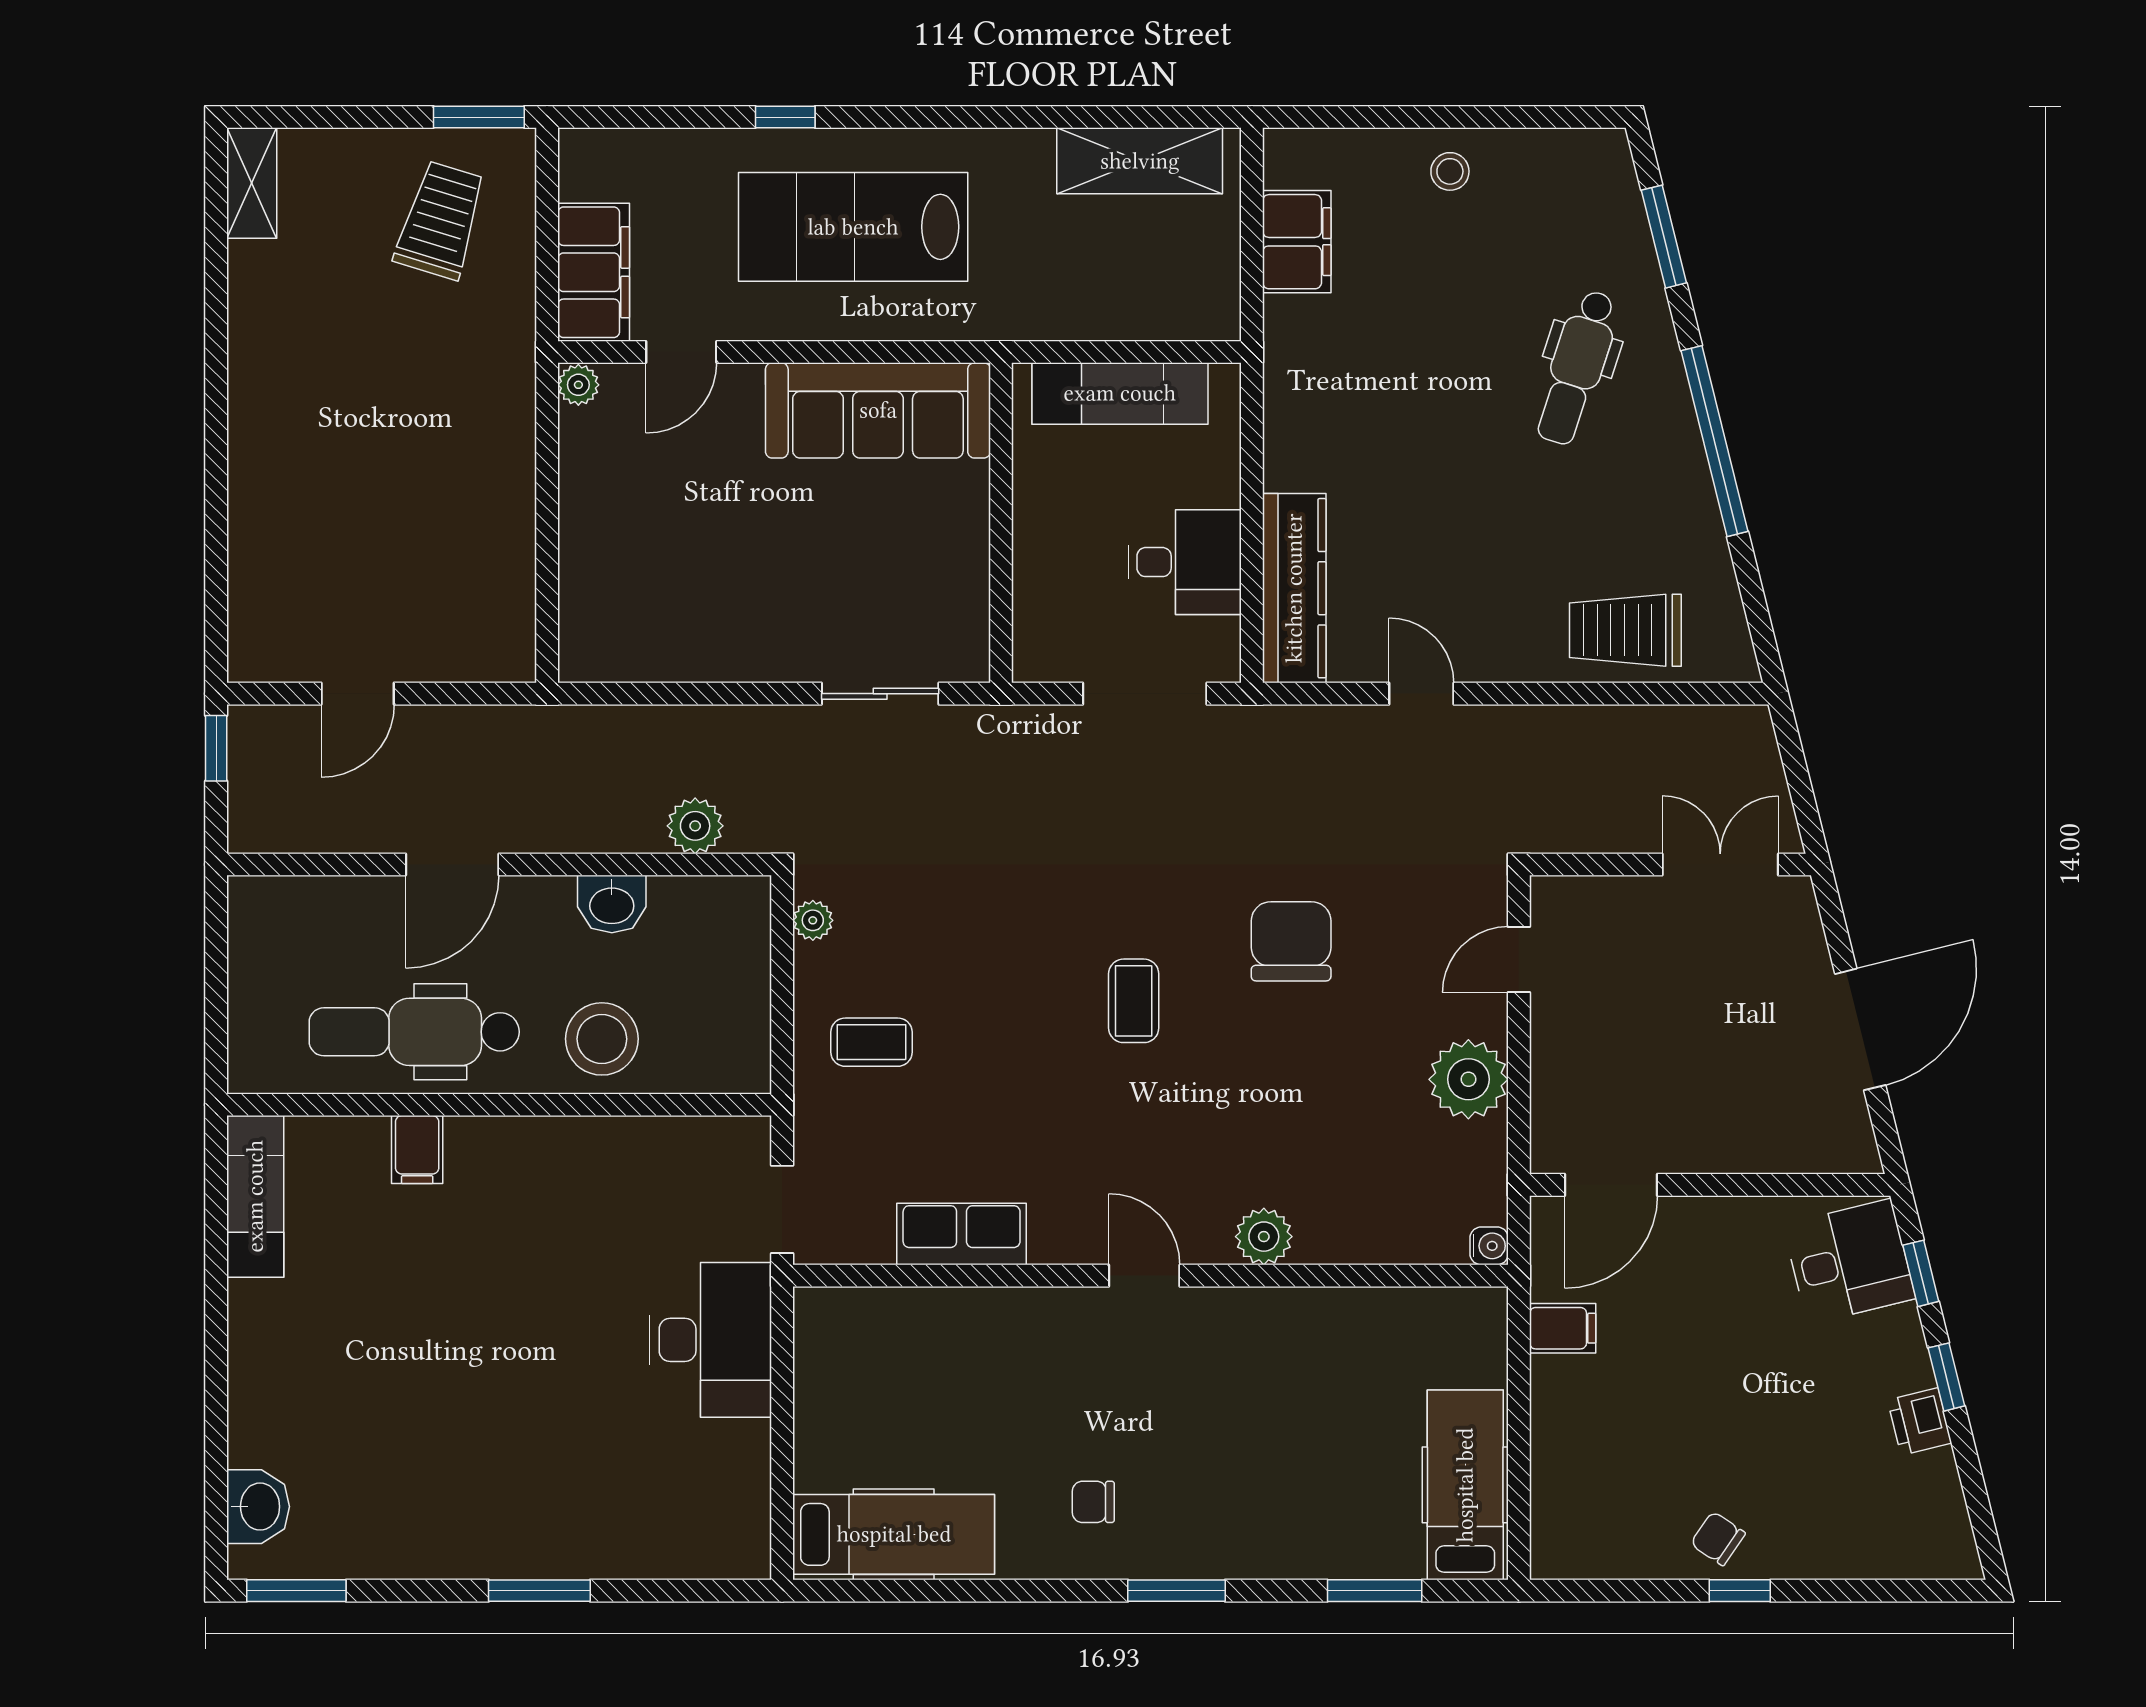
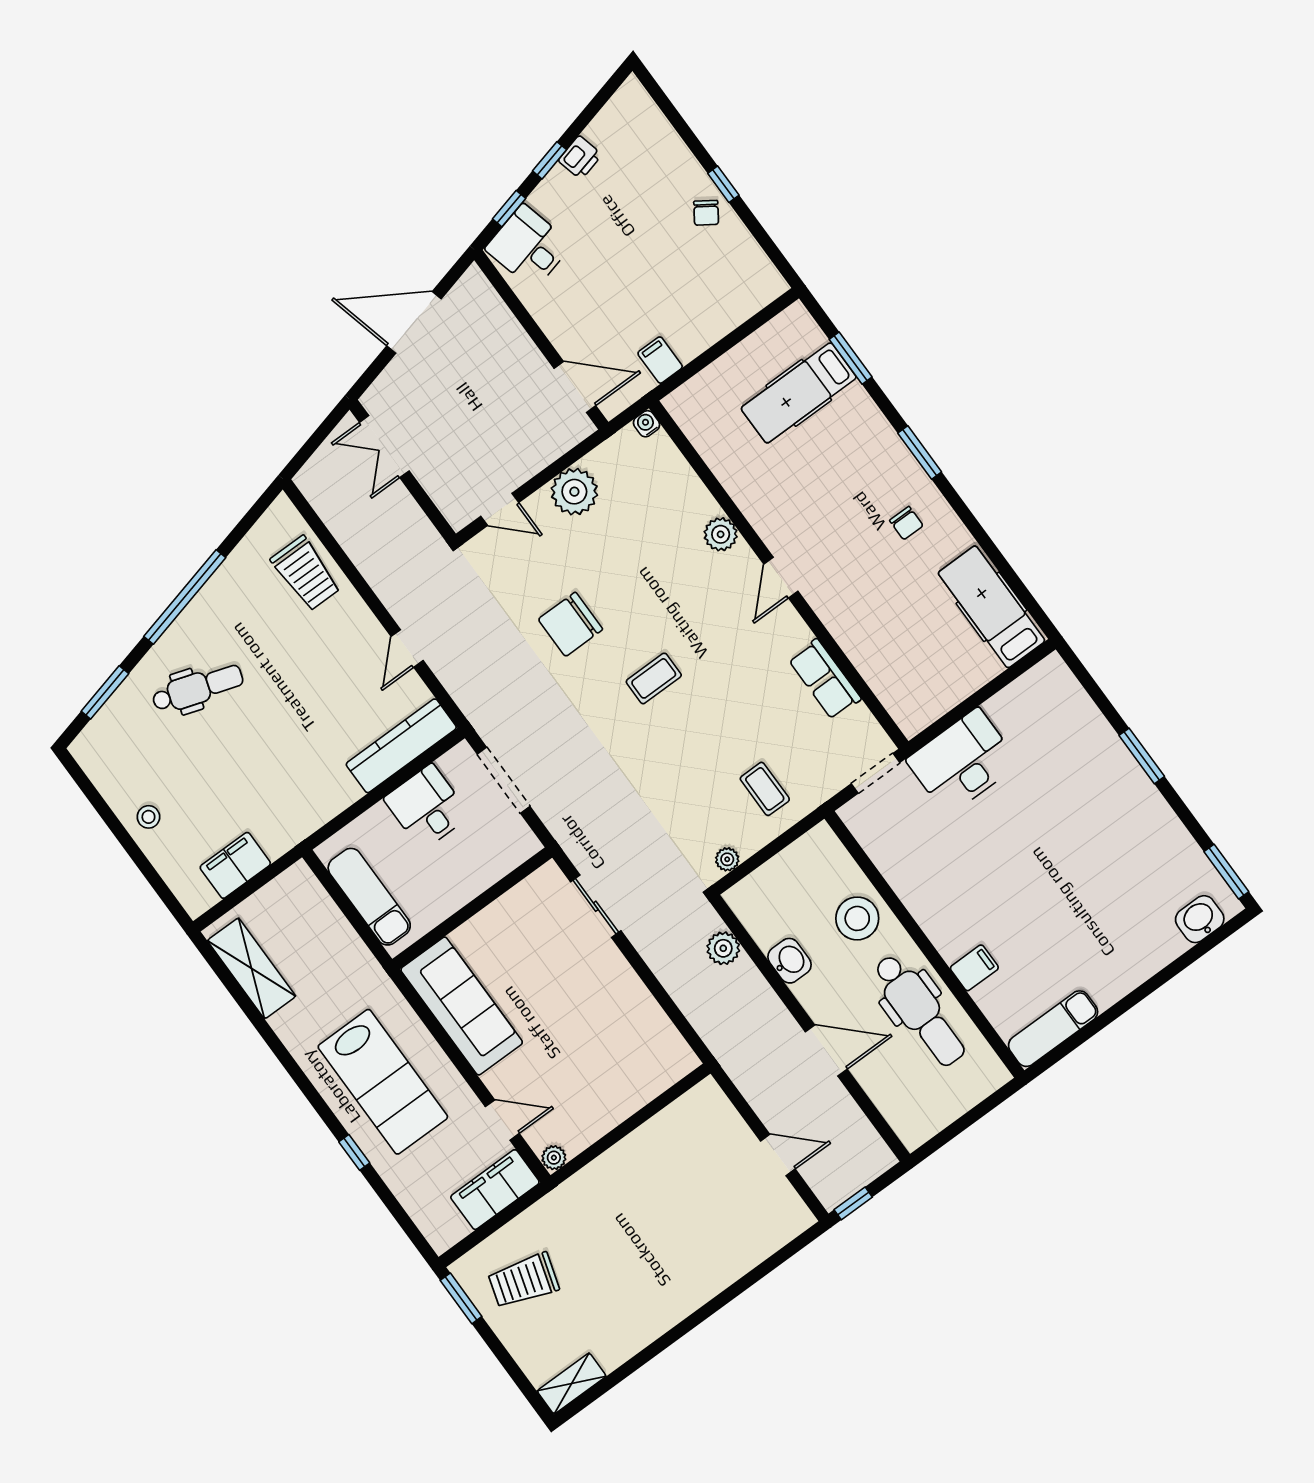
hospital bed: (1465, 1485) -> (799, 393), moved

